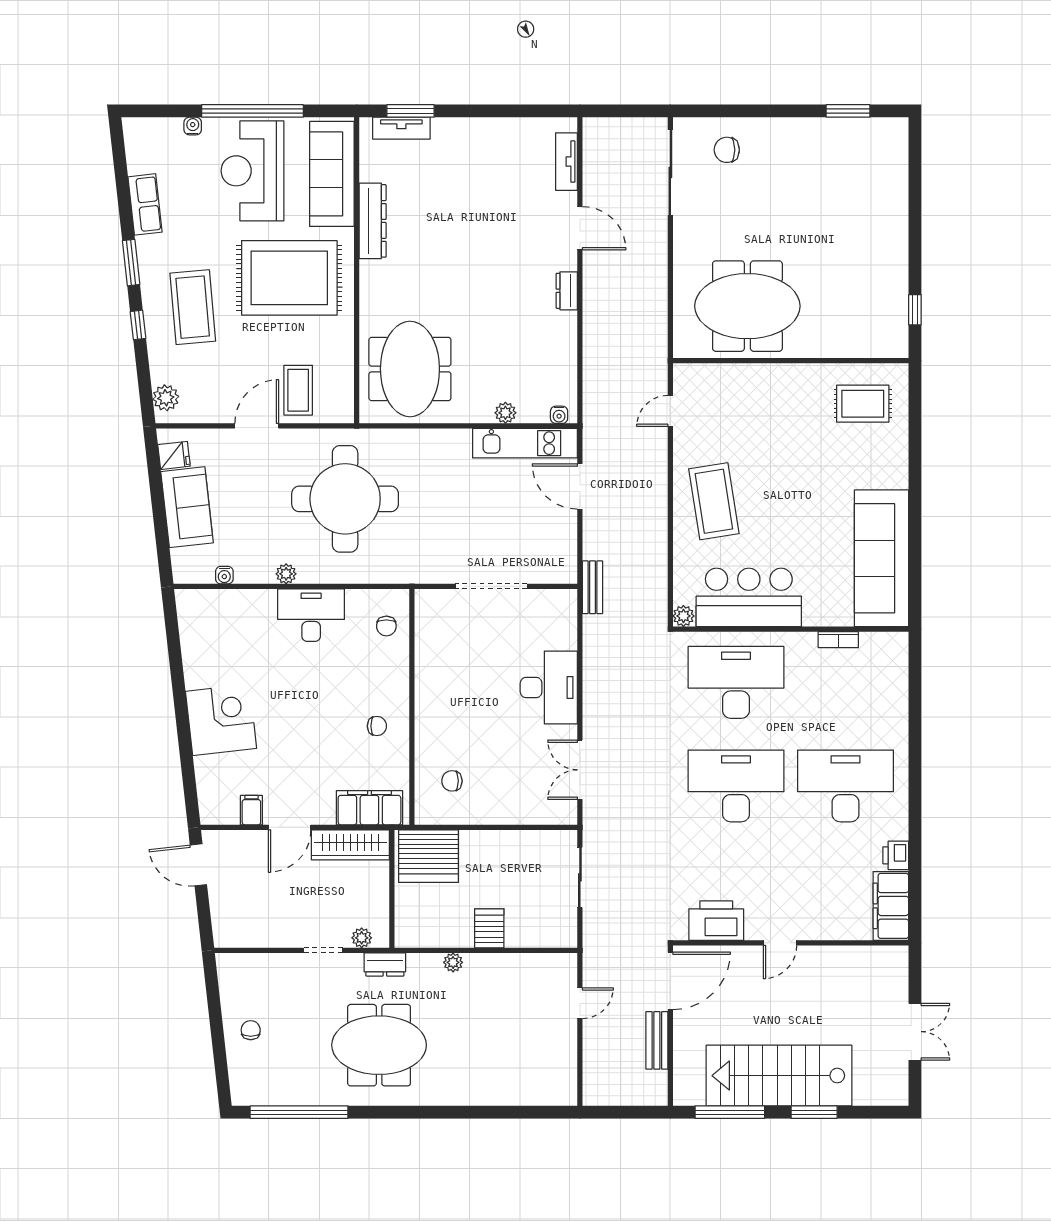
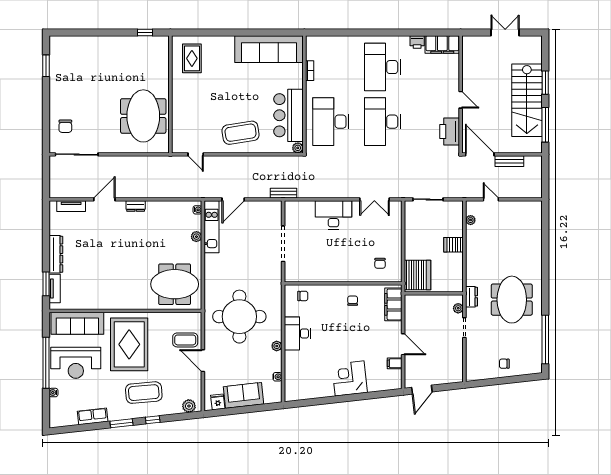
dresser: (373, 221) -> (56, 254), moved, turned 90
wardrobe: (350, 845) -> (412, 314), removed
plant: (453, 962) -> (471, 220), moved

